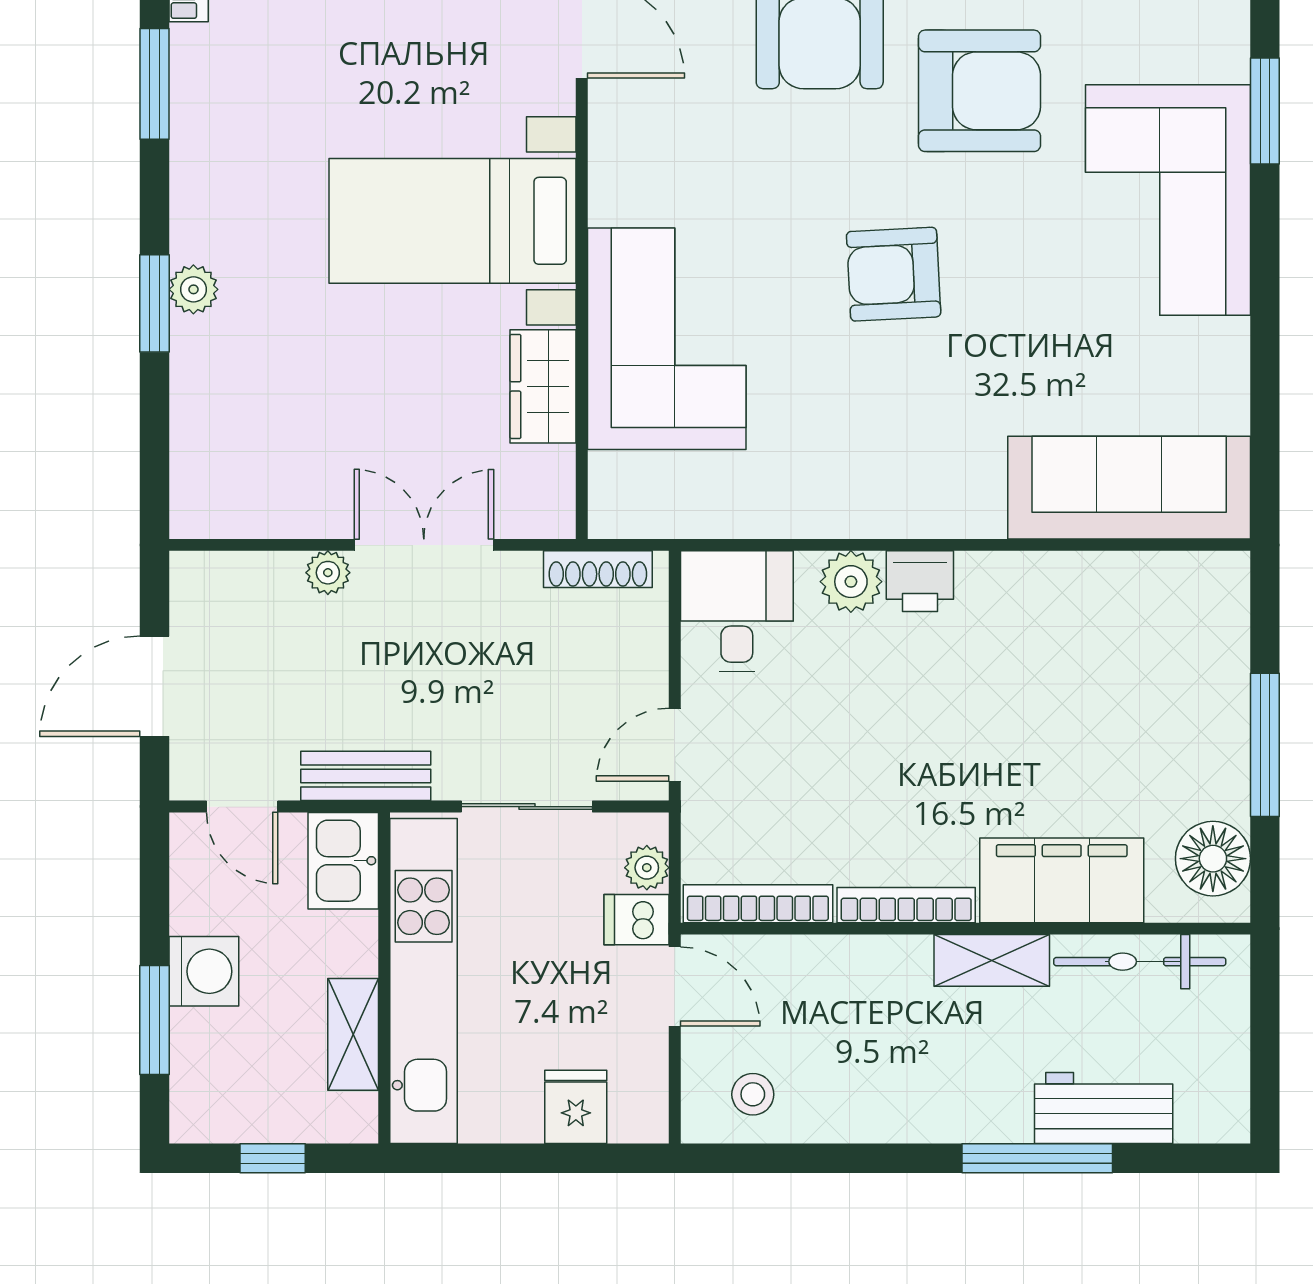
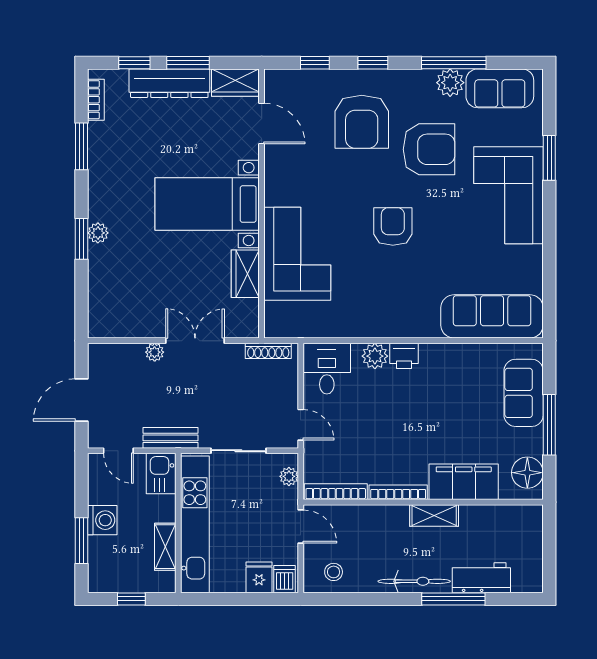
armchair: (894, 274) -> (393, 227), turned 93
sofa: (1204, 669) -> (524, 393), added
door: (675, 745) -> (301, 425), swing flipped
dishwasher: (637, 920) -> (285, 579), moved, turned 90
bicycle: (1140, 962) -> (414, 581), moved, turned 180

